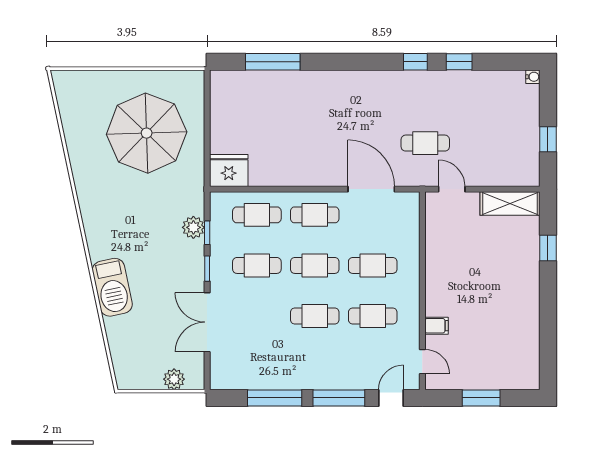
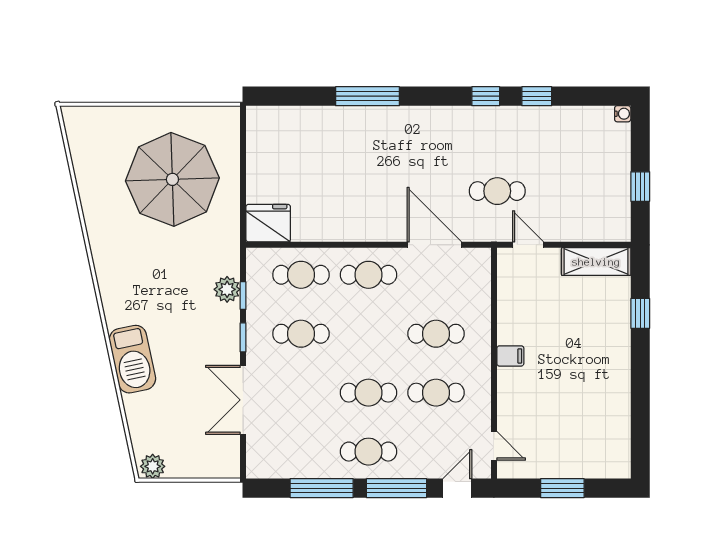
window: (273, 62) -> (367, 96), moved
cafe table: (315, 265) -> (368, 452), moved
filing cabinet: (436, 326) -> (510, 356), moved
plant: (174, 379) -> (153, 466), moved

